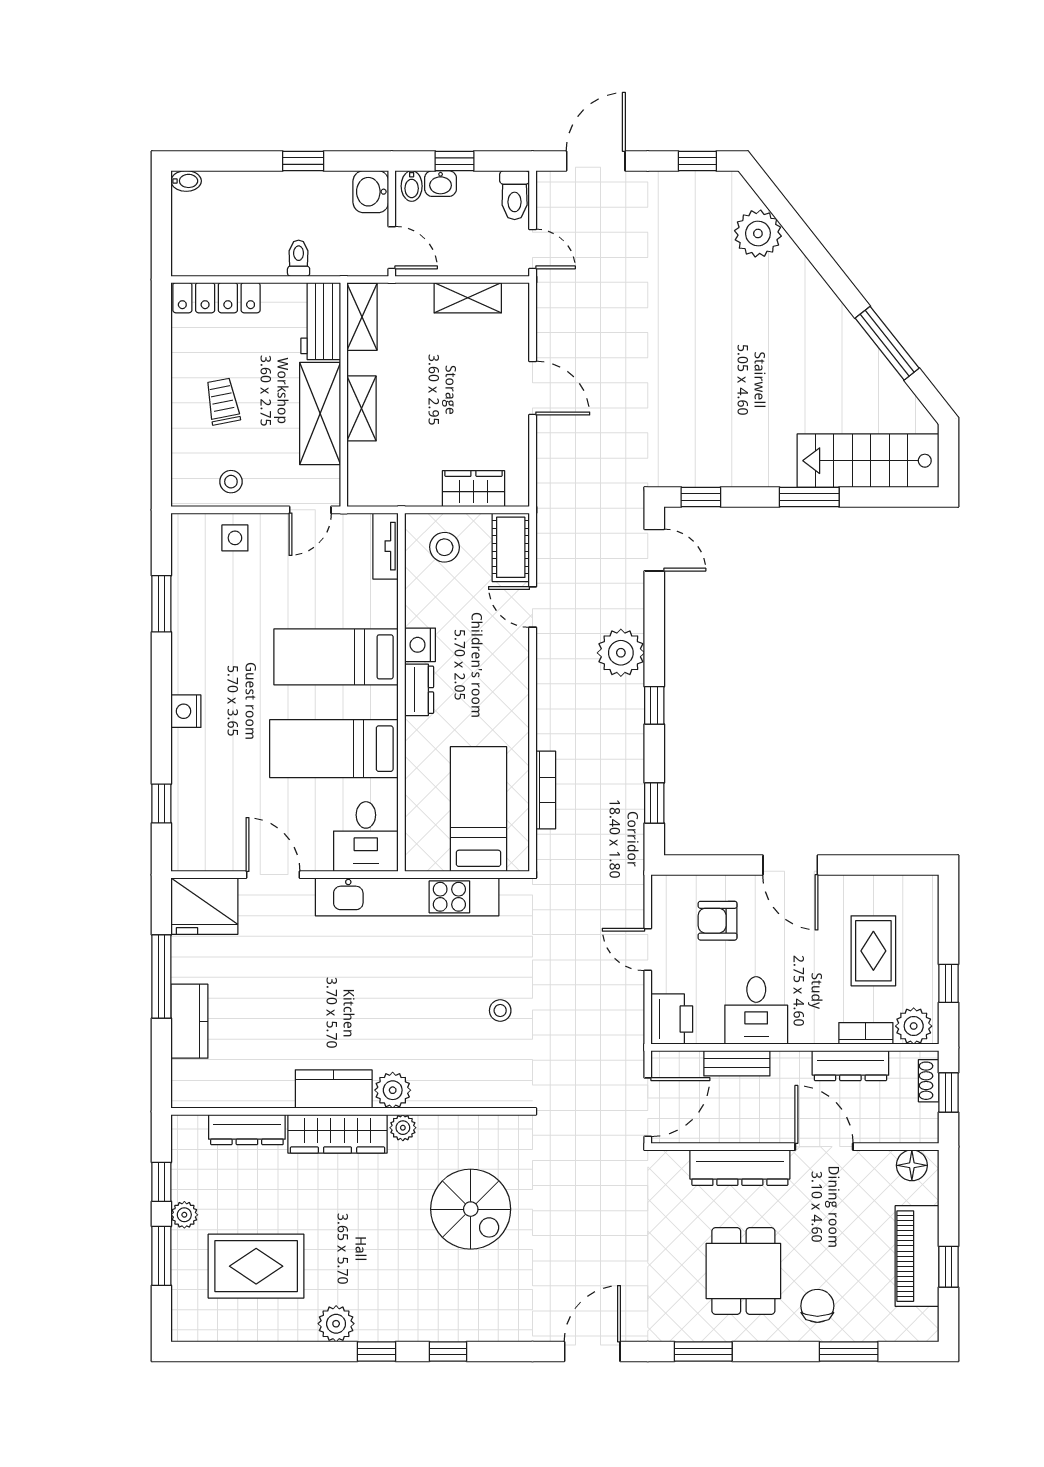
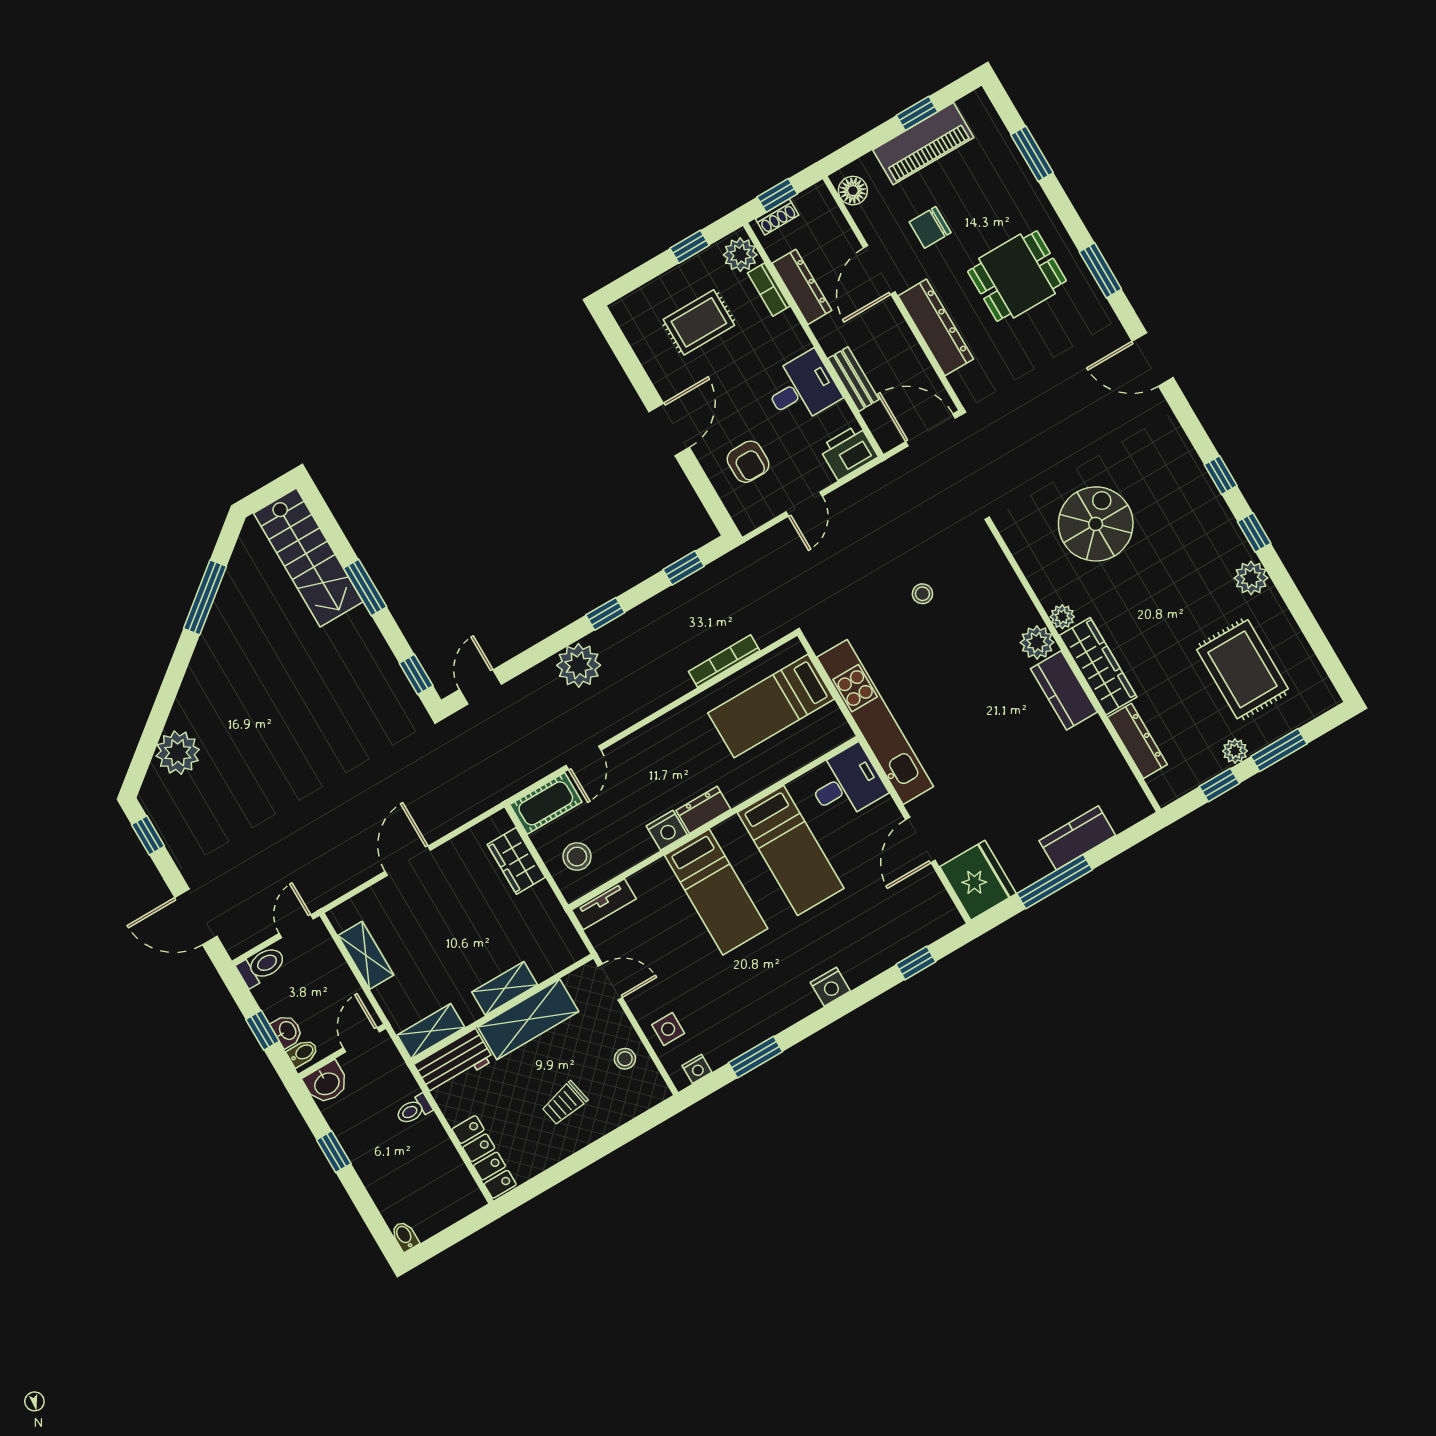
nightstand: (182, 543) -> (697, 1069), added
chair: (817, 1306) -> (930, 227), moved

